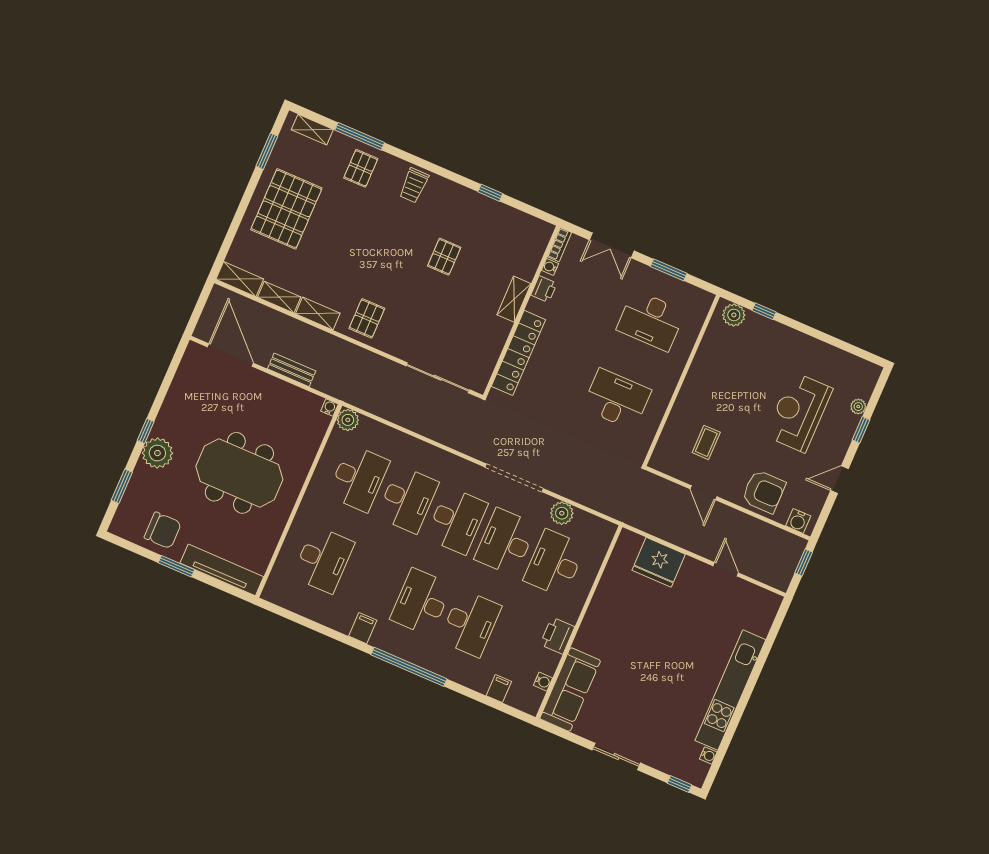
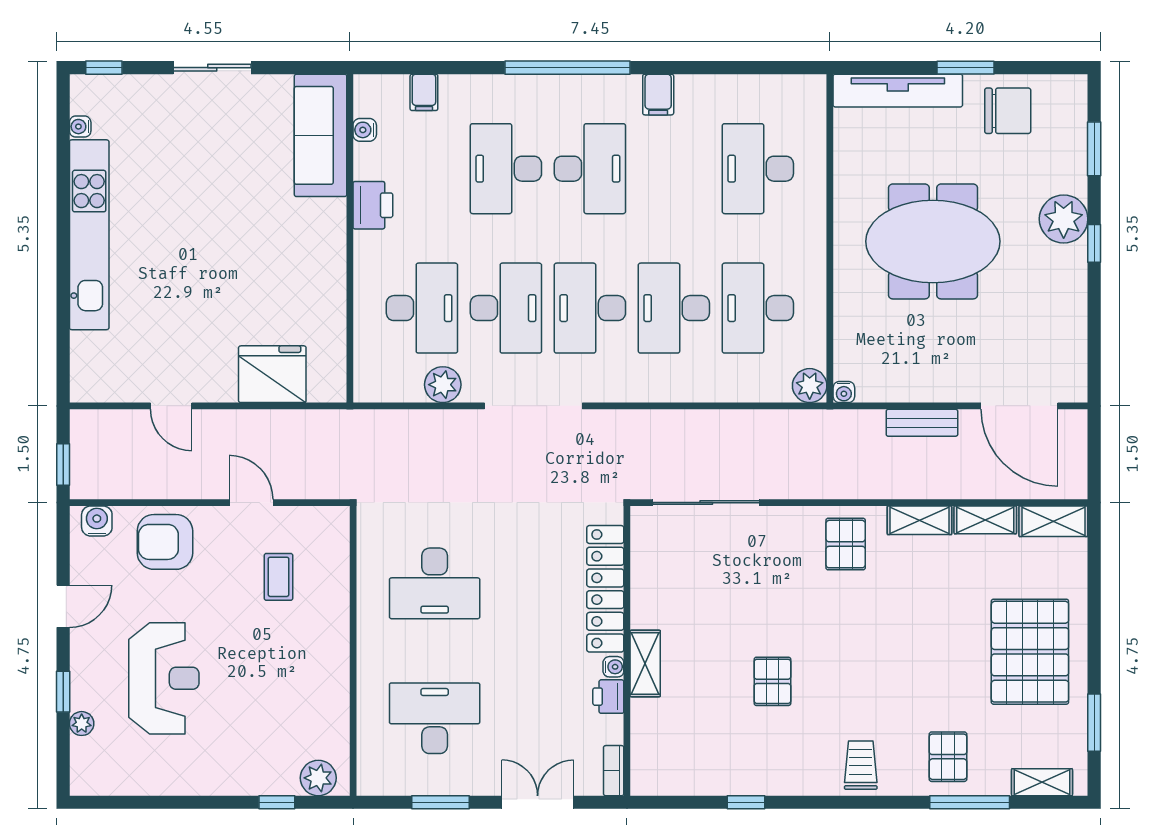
water cooler: (550, 267) -> (613, 667), moved
chair: (163, 530) -> (1008, 111), turned 180

